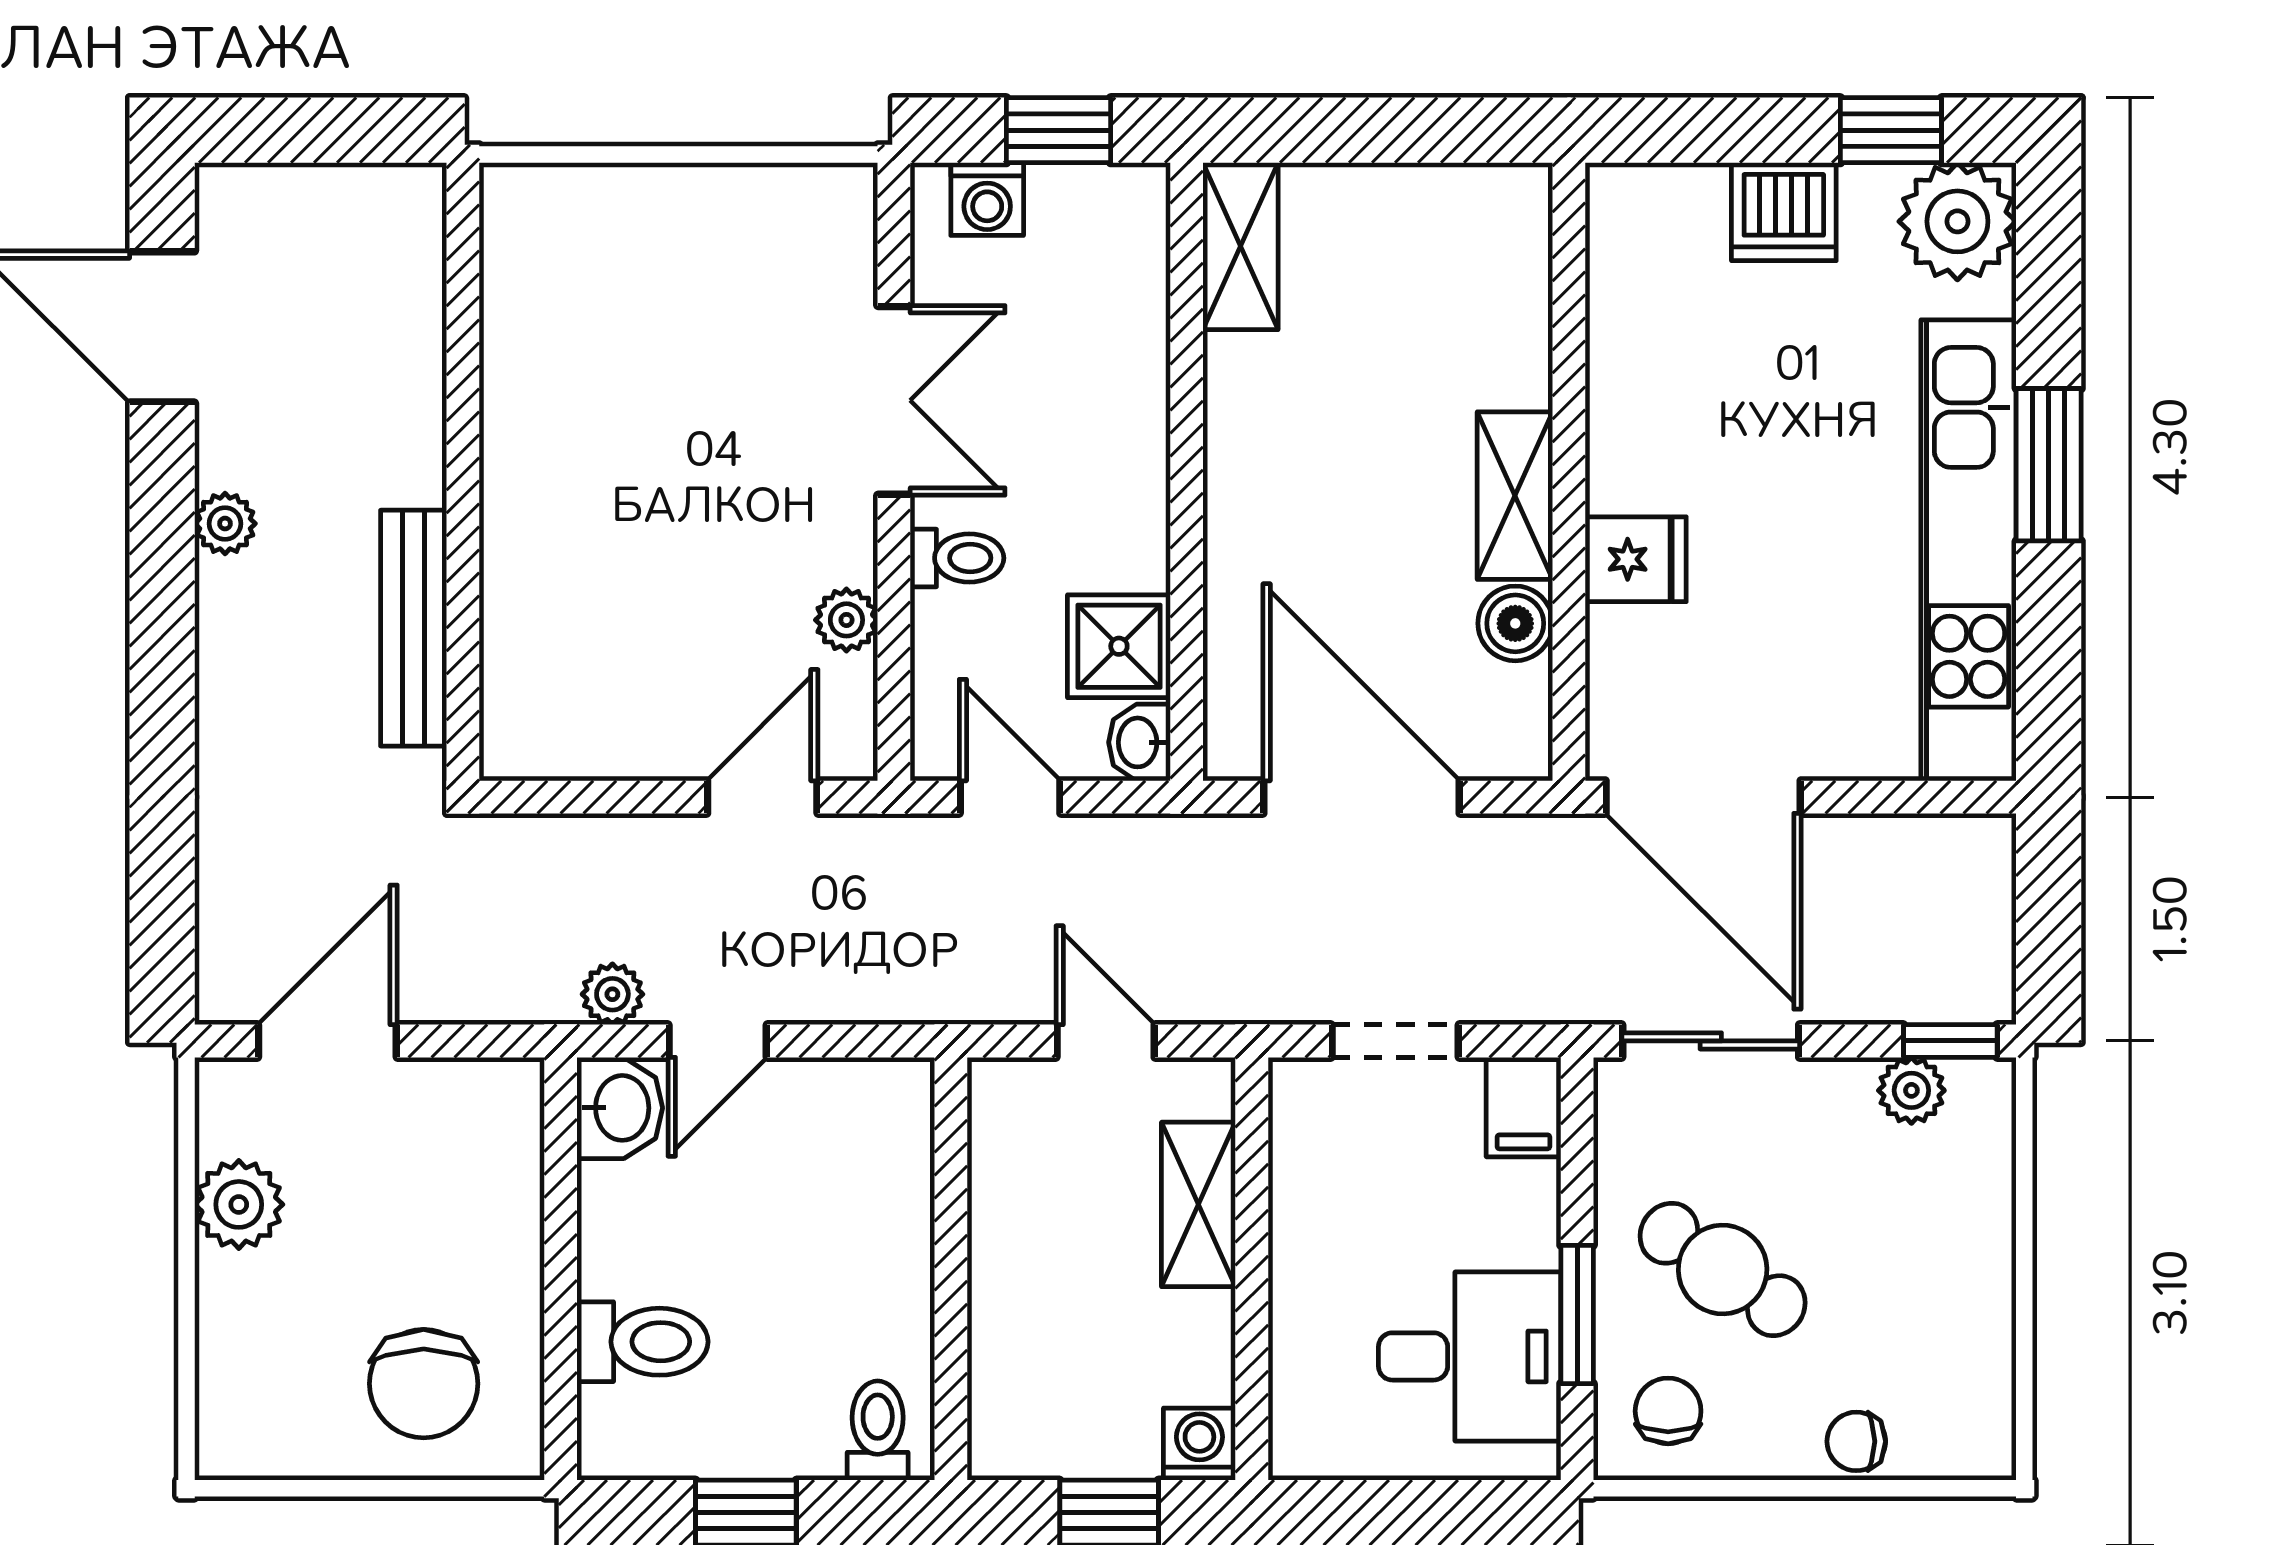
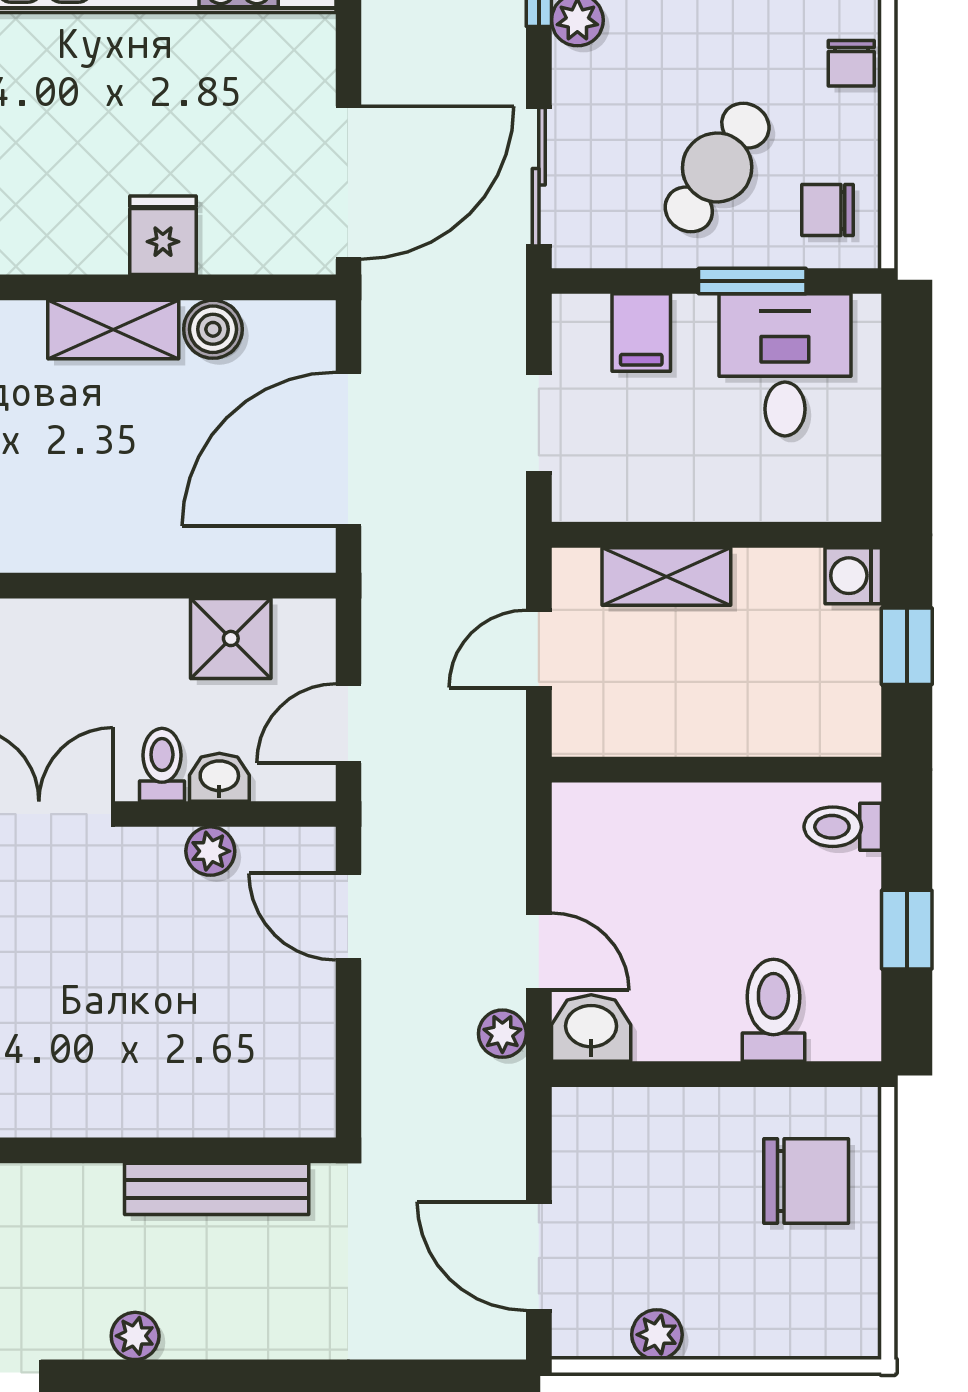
washbasin: (1139, 742) -> (219, 777), moved, turned 180
filing cabinet: (1523, 1107) -> (641, 333), moved, turned 90
plant: (239, 1204) -> (657, 1335), width x0.73, depth x0.73

